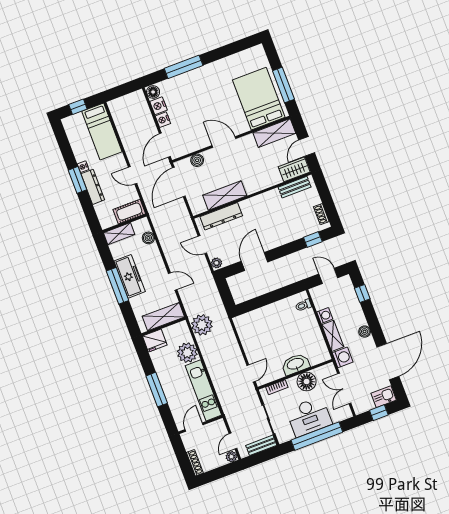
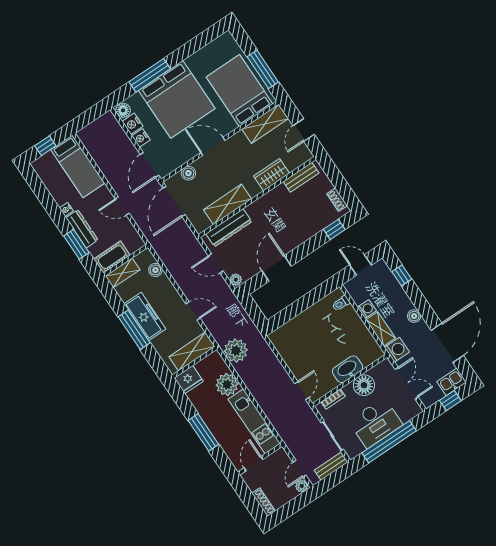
bed: (202, 94) -> (177, 99), added
wardrobe: (294, 169) -> (272, 175), moved
window: (78, 180) -> (76, 244), moved
cot: (129, 212) -> (112, 257), moved
double door: (344, 388) -> (407, 383), swing flipped

